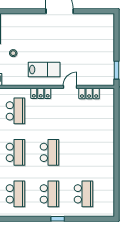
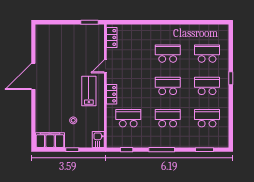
door: (70, 87) -> (105, 66), hinge flipped
locker: (89, 94) -> (112, 37), moved
school desk: (84, 152) -> (168, 54), added

